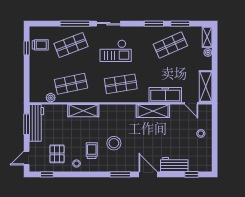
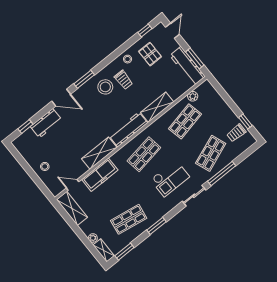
window: (180, 24) -> (124, 252), moved
shop shelf: (170, 45) -> (129, 219), turned 33
checkout: (116, 51) -> (170, 178), turned 180
workbench: (118, 111) -> (128, 129), added
stool: (114, 143) -> (105, 87), moved

